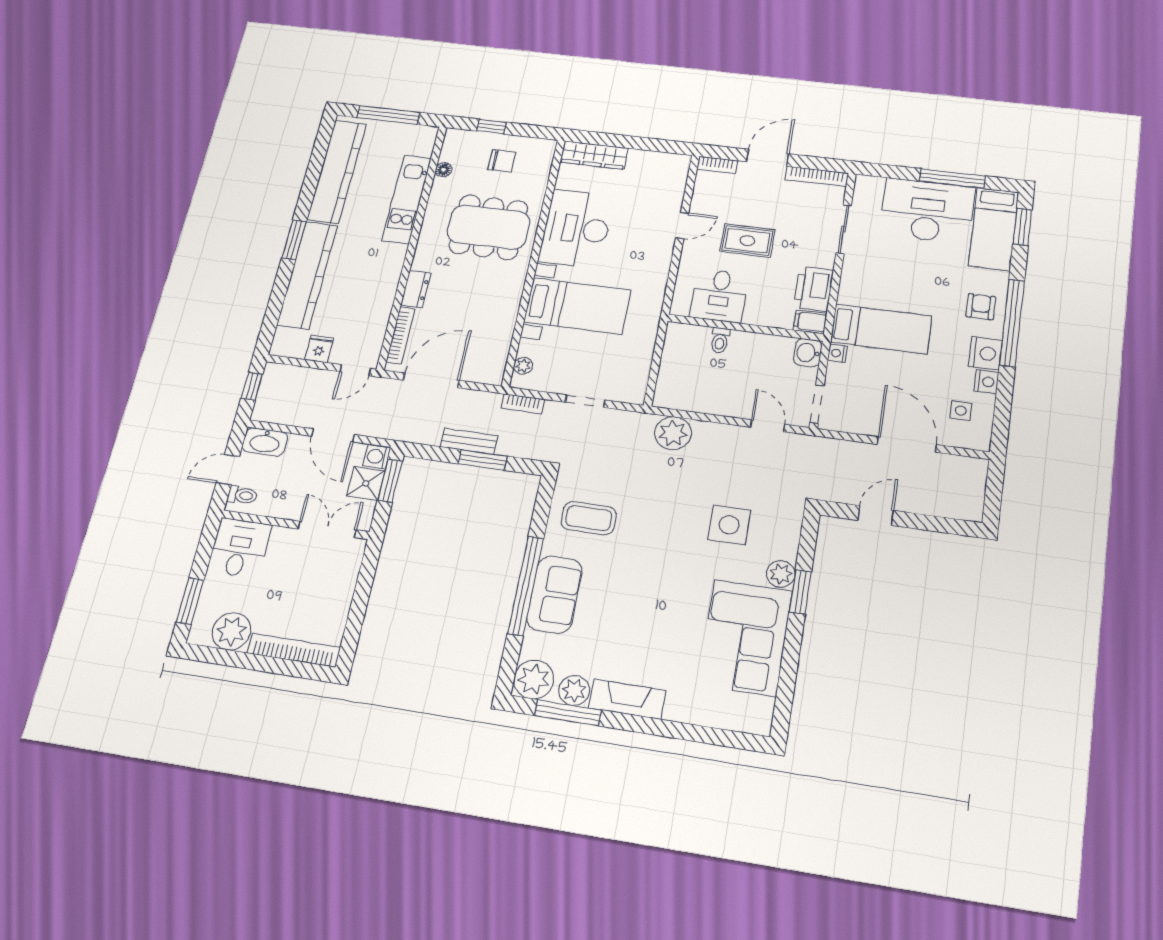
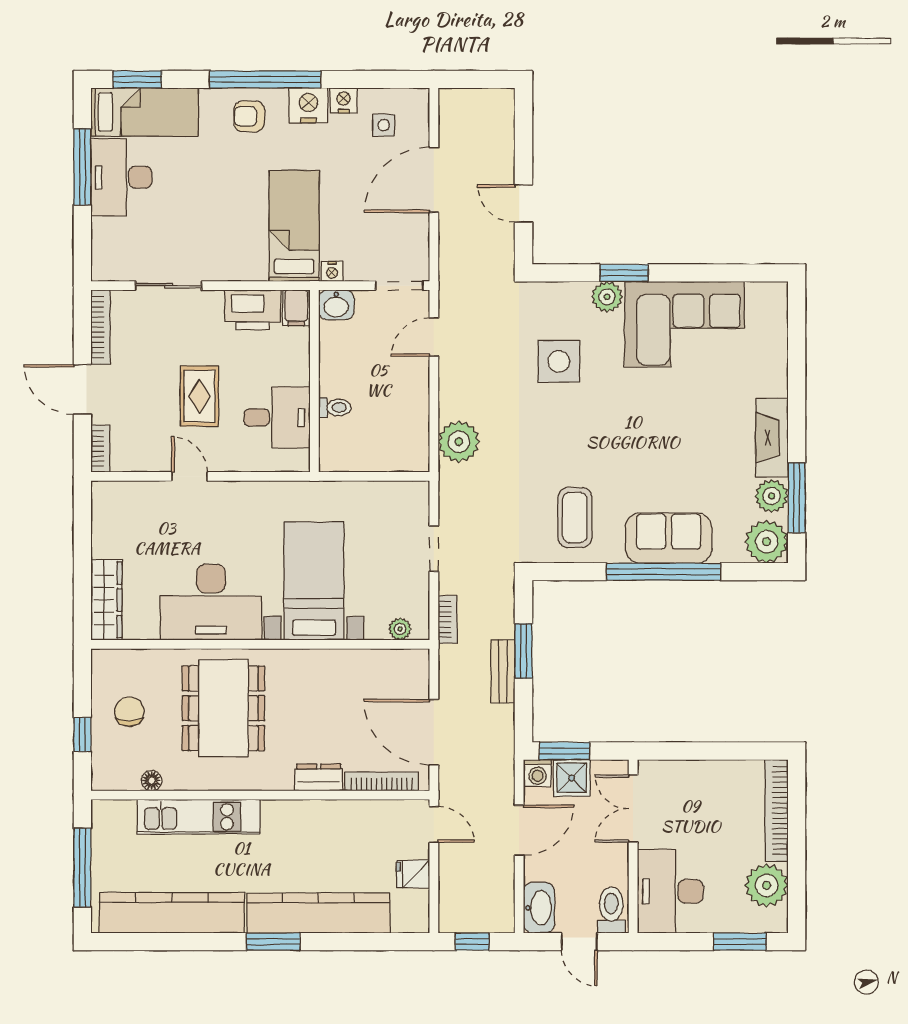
desk: (927, 211) -> (121, 177), width x0.73, depth x0.77
toilet: (242, 495) -> (611, 910), width x1.37, depth x1.39
desk: (239, 548) -> (670, 891), width x1.37

